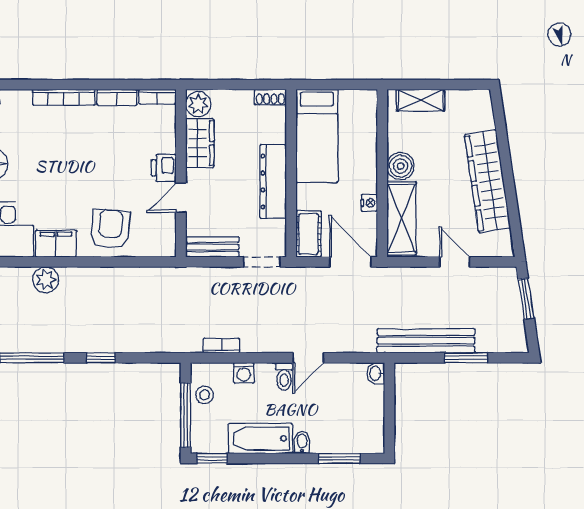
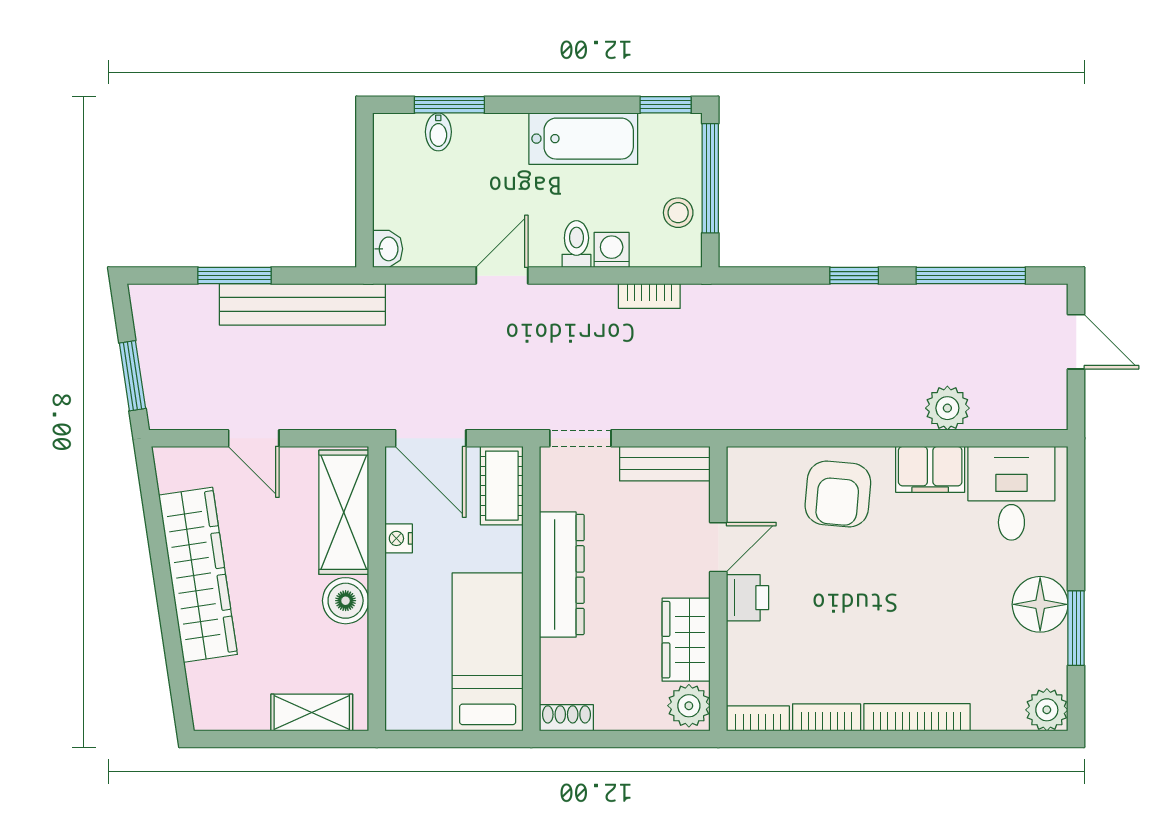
toilet: (284, 376) -> (576, 244), moved
bidet: (302, 442) -> (438, 132), moved

